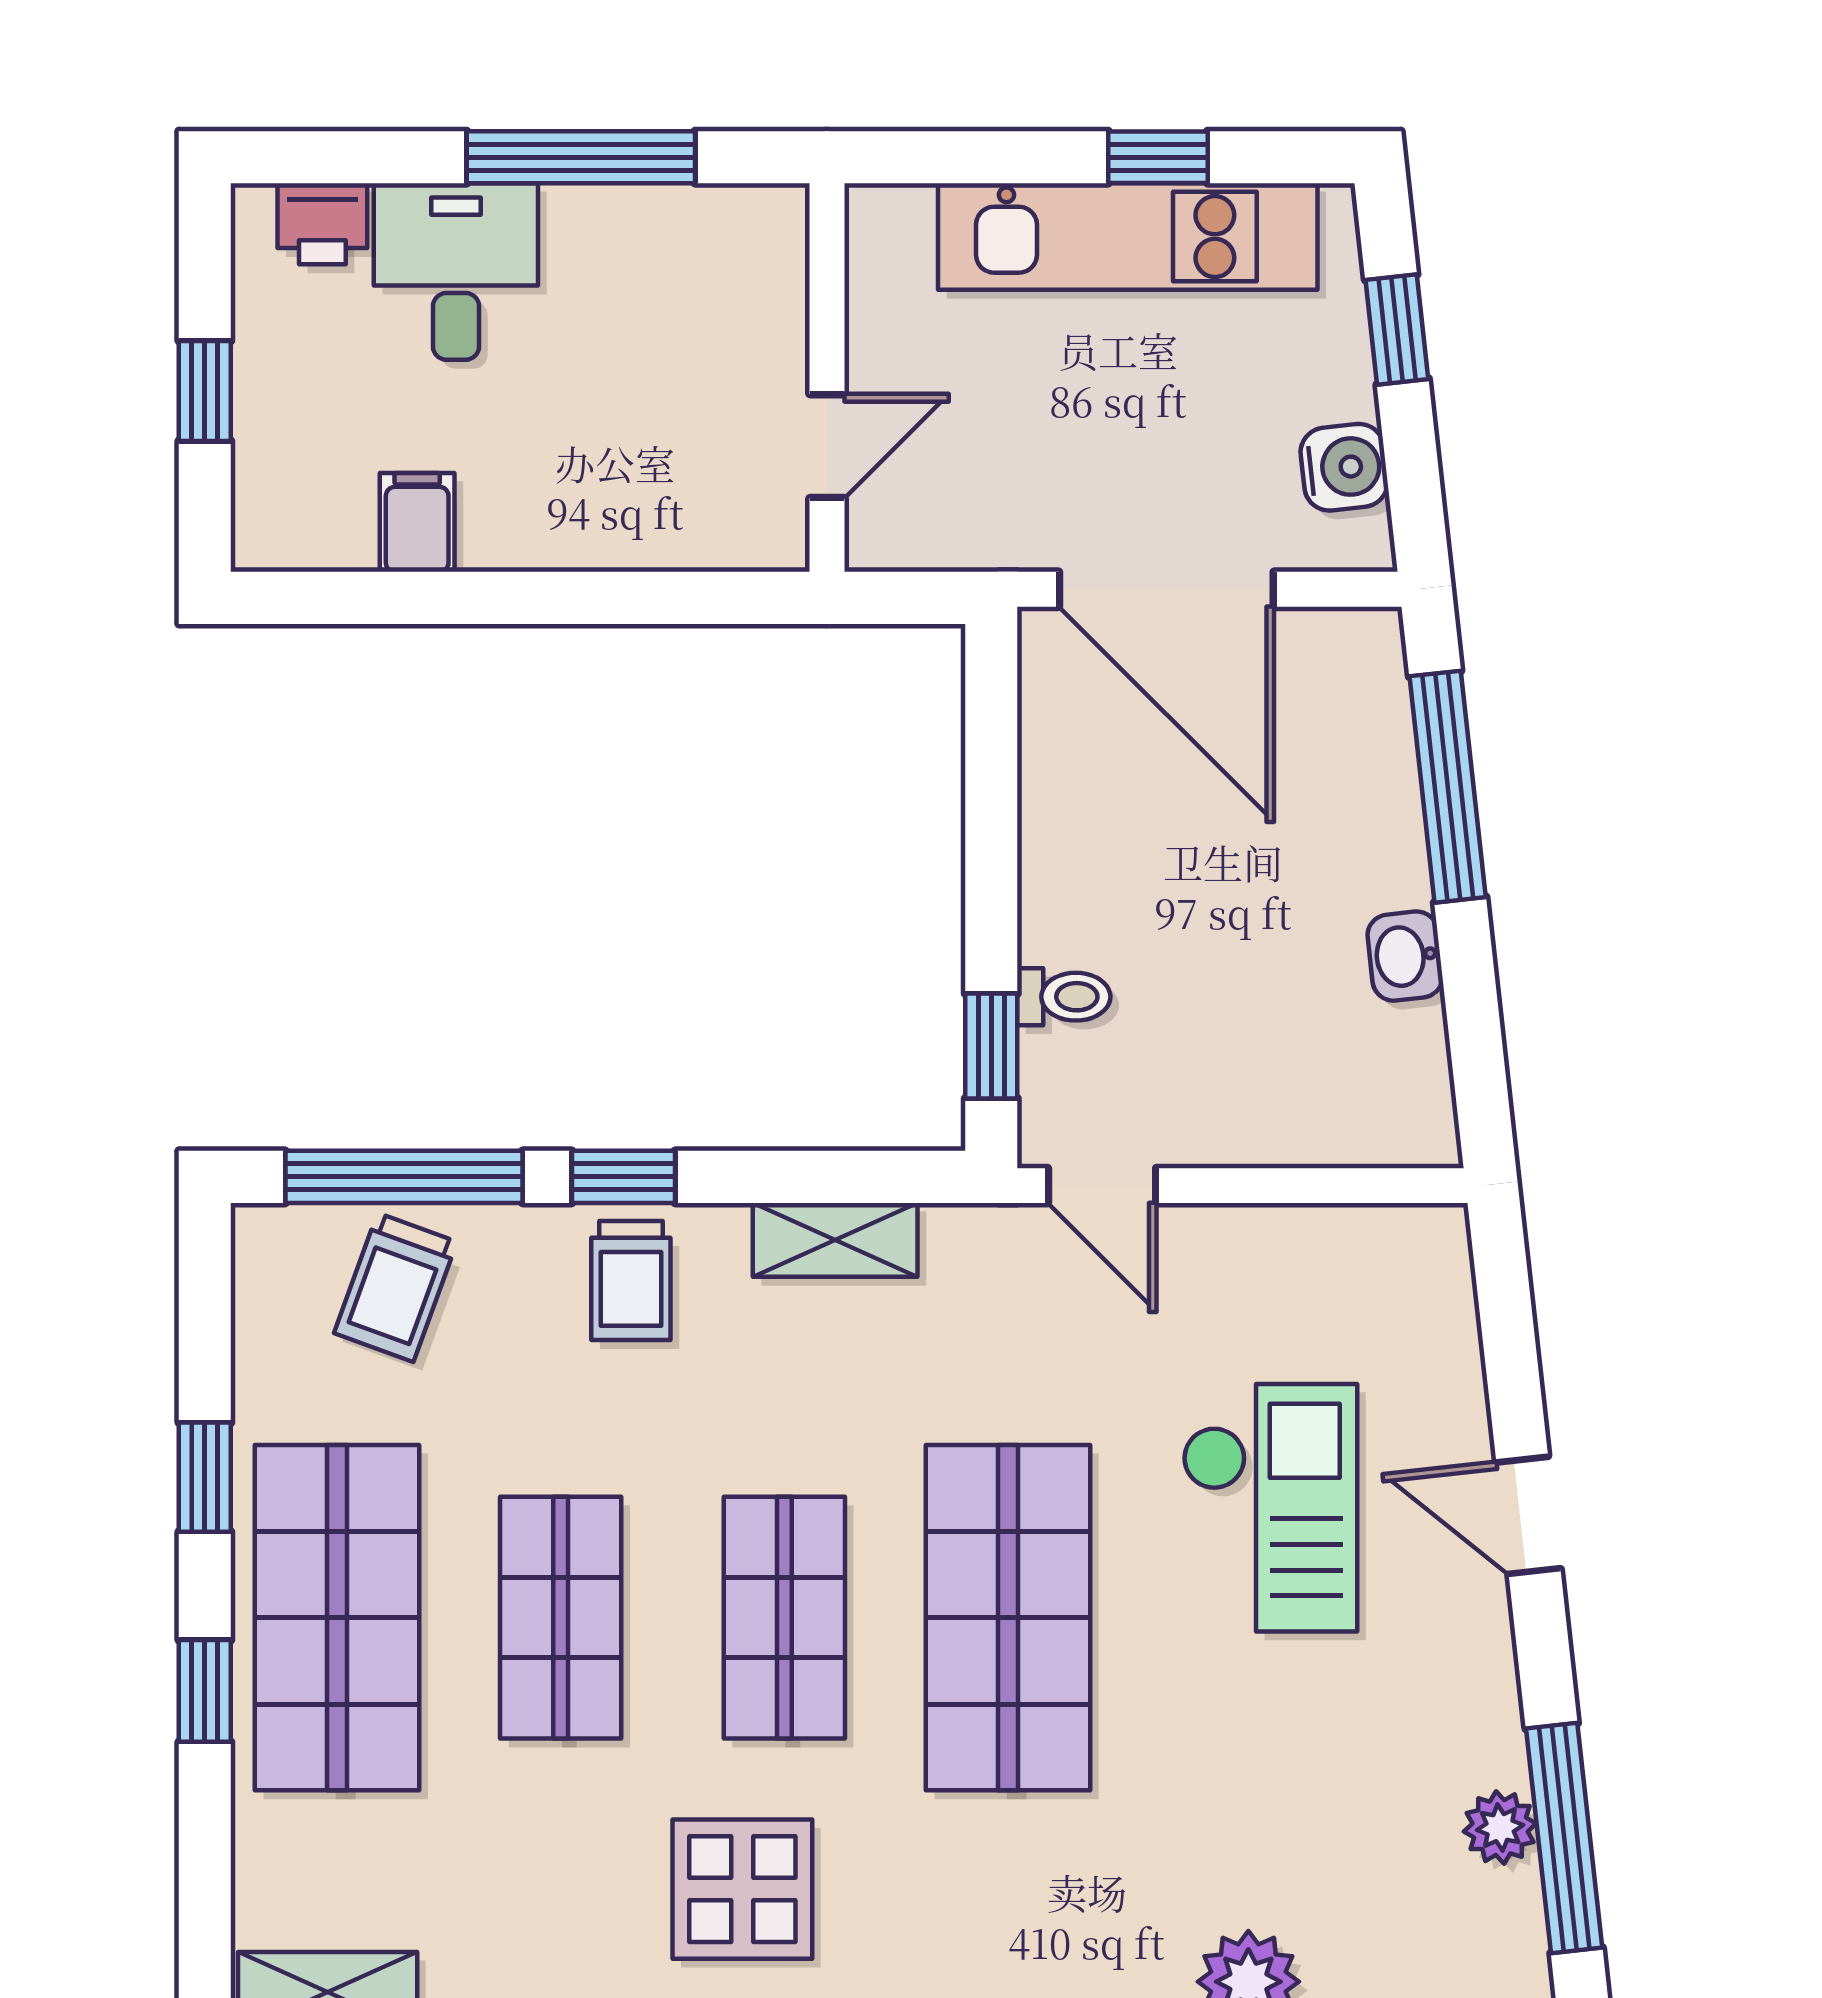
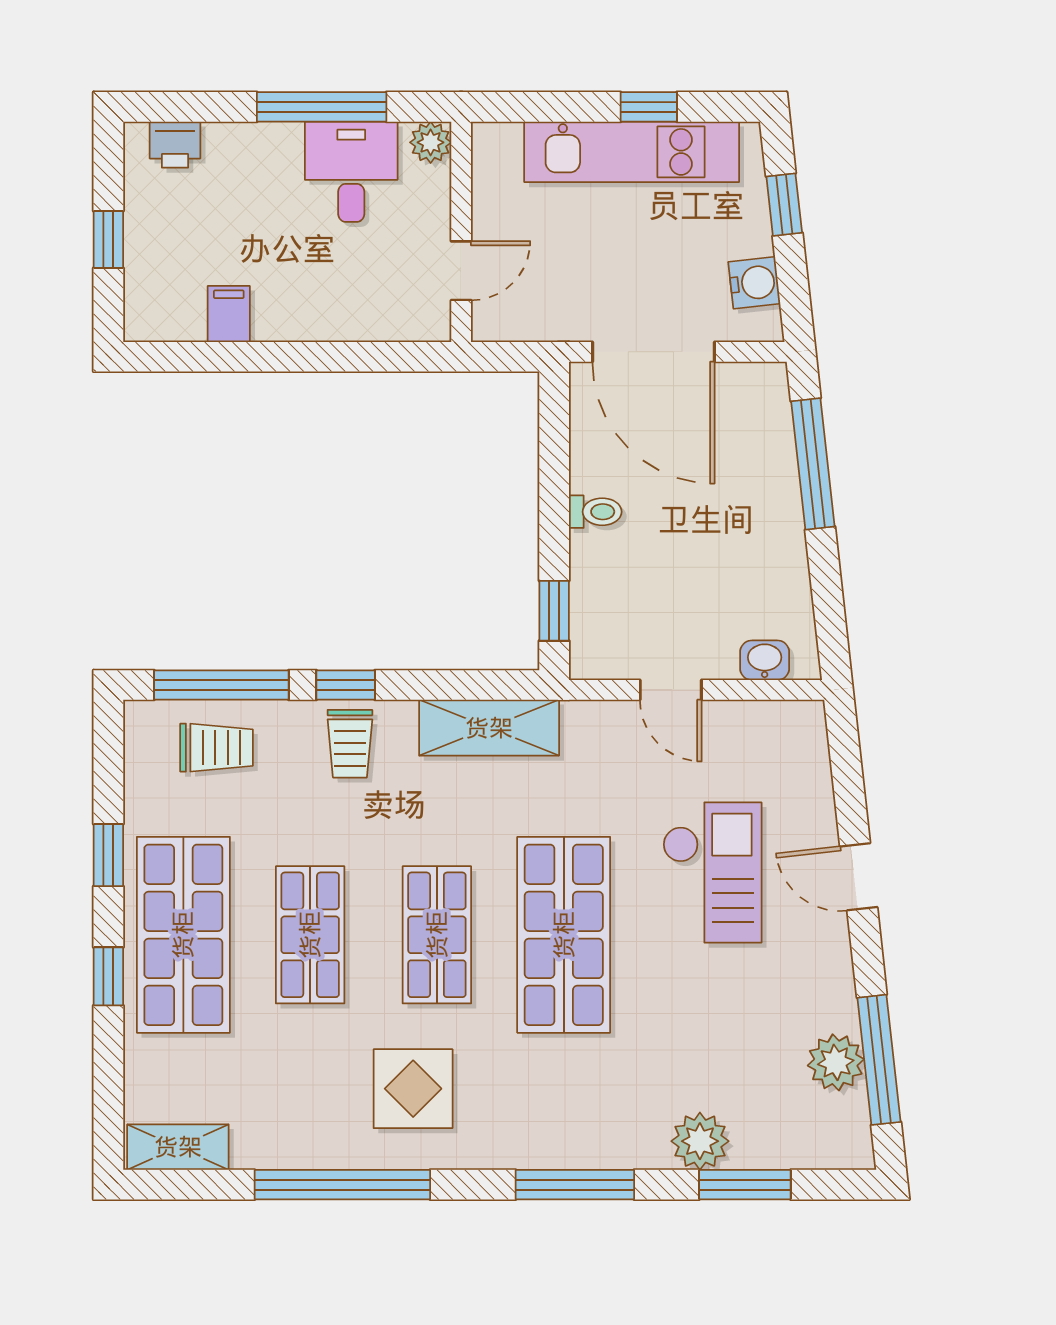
plant: (773, 220) -> (431, 142), added
desk: (456, 272) -> (351, 172), moved
washbasin: (1405, 956) -> (765, 660), moved, turned 96
toilet: (1064, 997) -> (595, 512), moved
door: (1102, 1186) -> (671, 690), moved
shelving: (835, 1240) -> (489, 728), width x1.50, depth x1.33
trolley: (396, 1287) -> (216, 748), turned -110
plant: (1500, 1828) -> (836, 1062), width x1.38, depth x1.38

